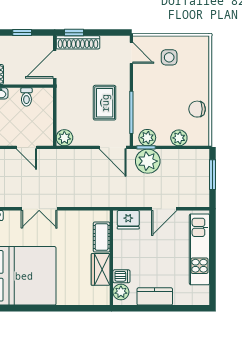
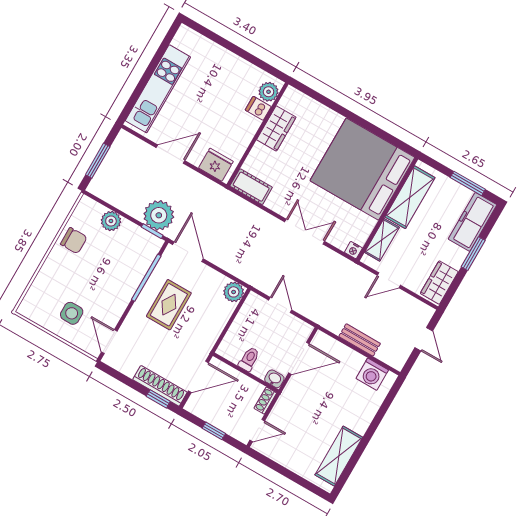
plant: (147, 138) -> (145, 241), removed
cot: (102, 237) -> (251, 187), moved, turned 90
kitchen counter: (155, 296) -> (235, 66), removed

